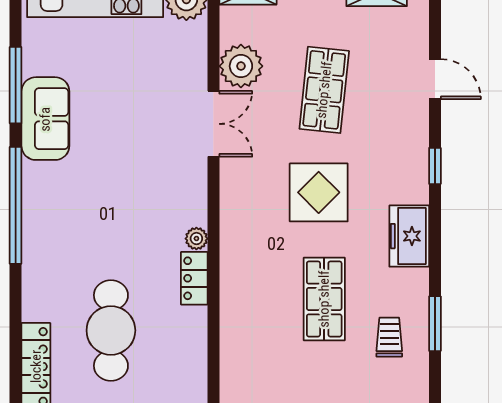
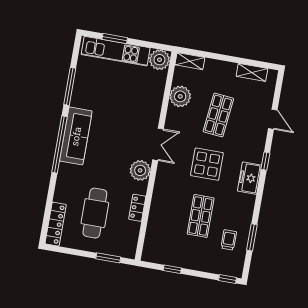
sofa: (45, 119) -> (76, 136), moved, width x1.36
double door: (213, 124) -> (158, 144), moved
freezer: (409, 236) -> (250, 178), moved
plant: (196, 239) -> (140, 170), width x1.88, depth x1.88
locker: (194, 278) -> (137, 208), moved

